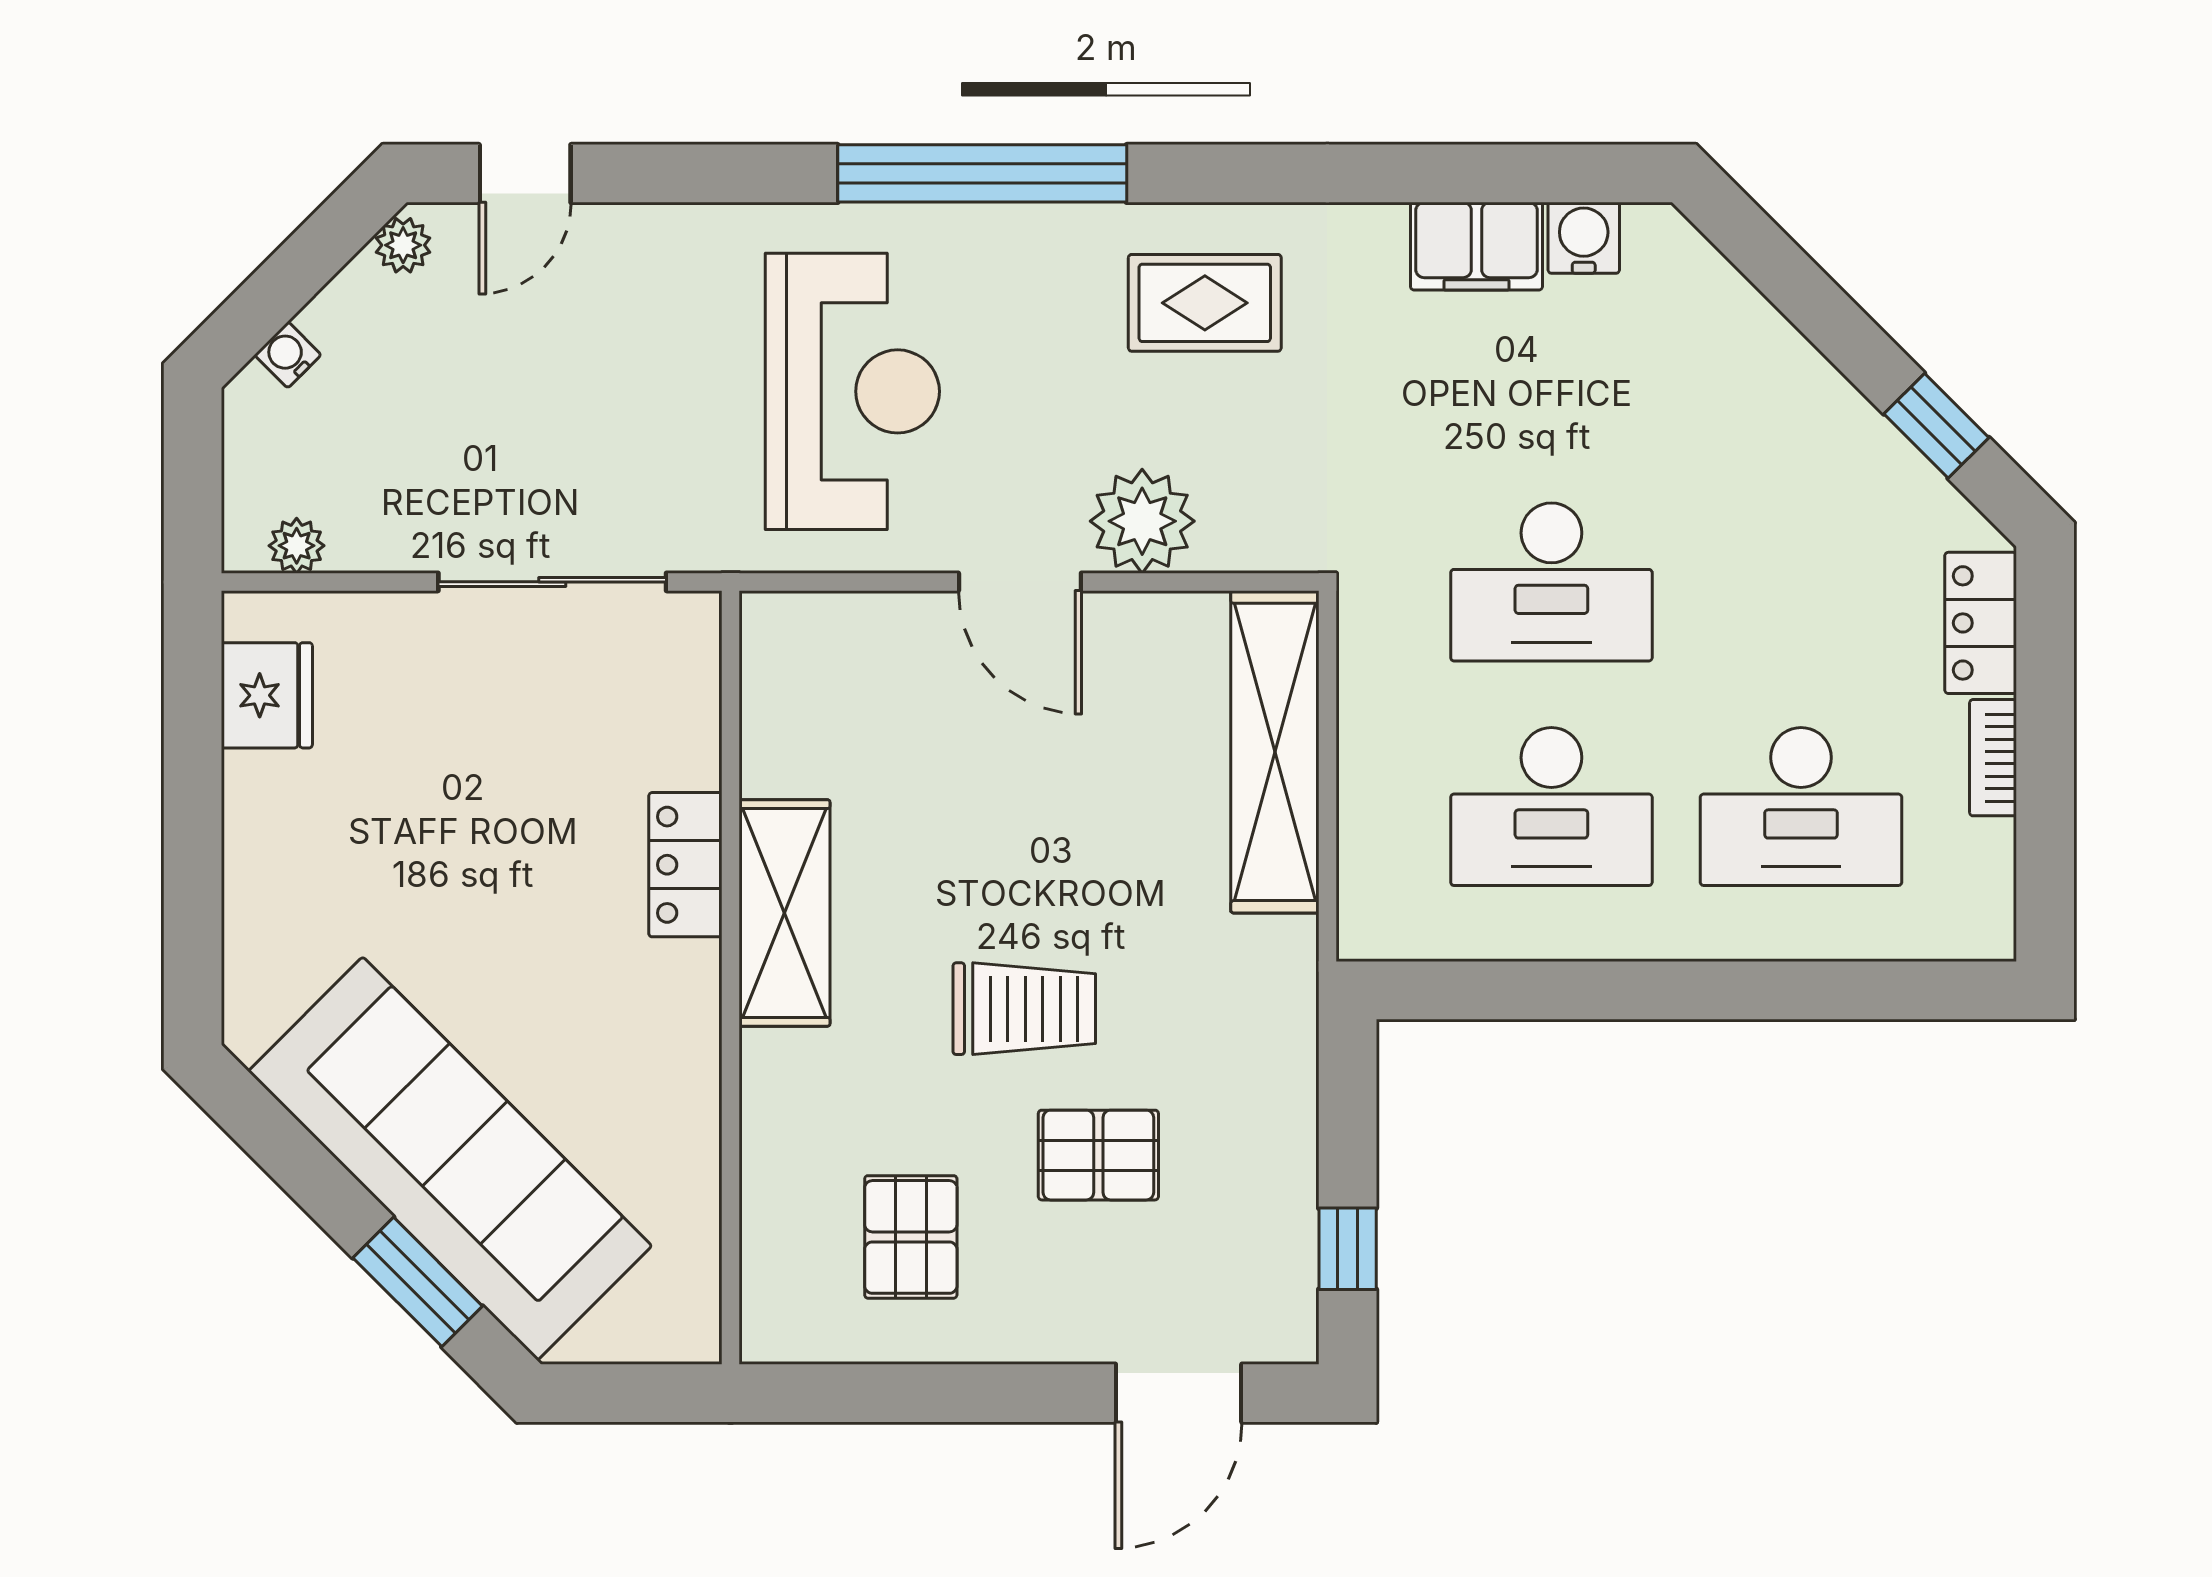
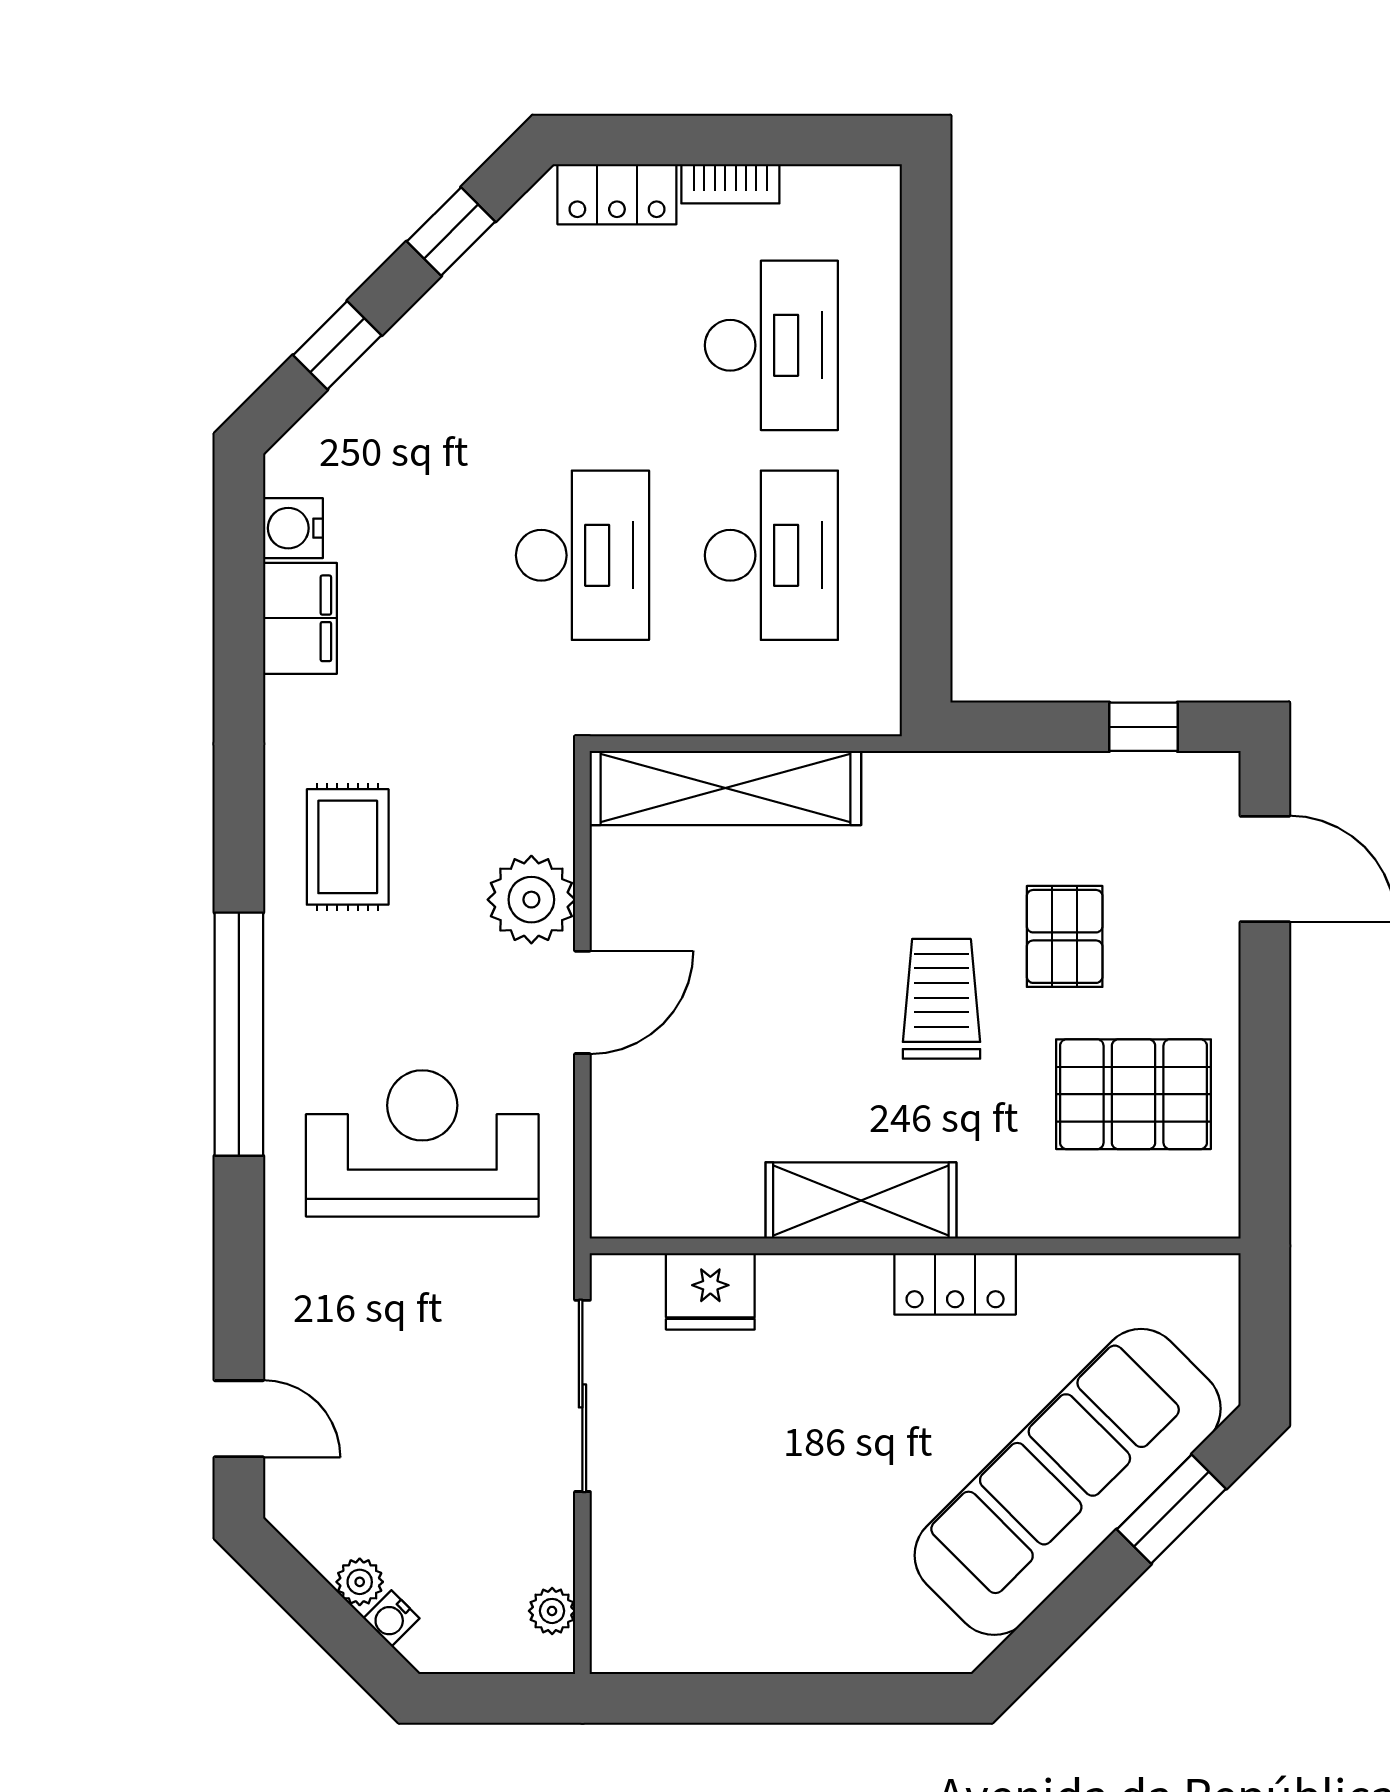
plant: (403, 245) -> (360, 1582), moved
window: (1801, 291) -> (337, 345), added
fridge: (267, 695) -> (710, 1291), moved, turned 180
locker: (685, 865) -> (955, 1284), moved
pallet: (911, 1237) -> (1133, 1094), width x1.50, depth x1.42

